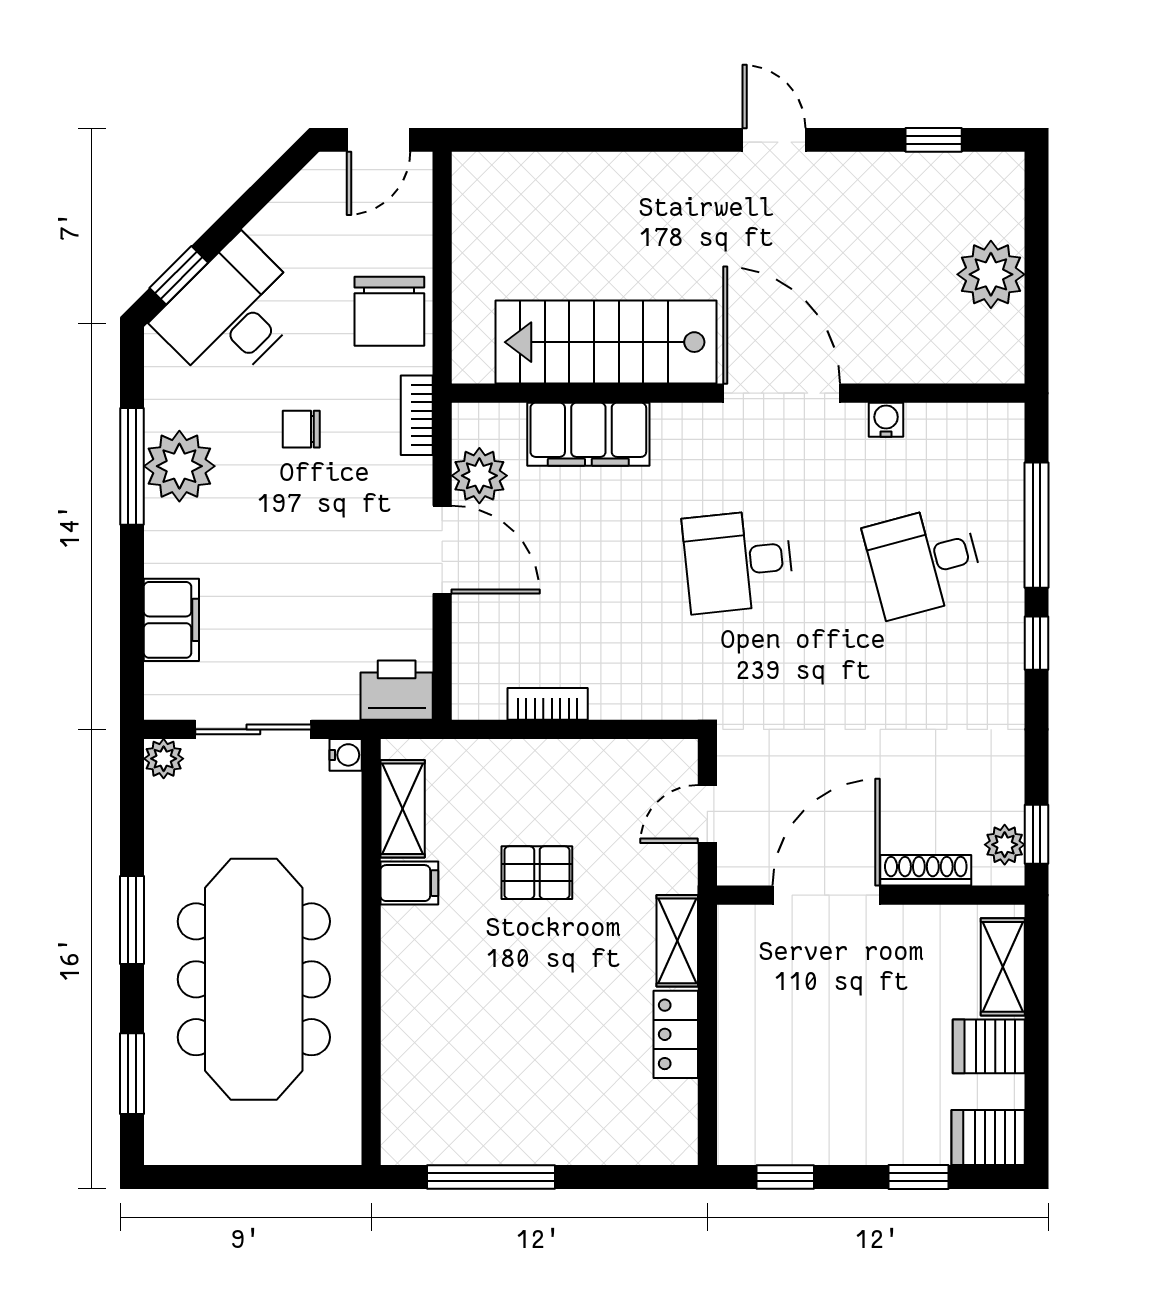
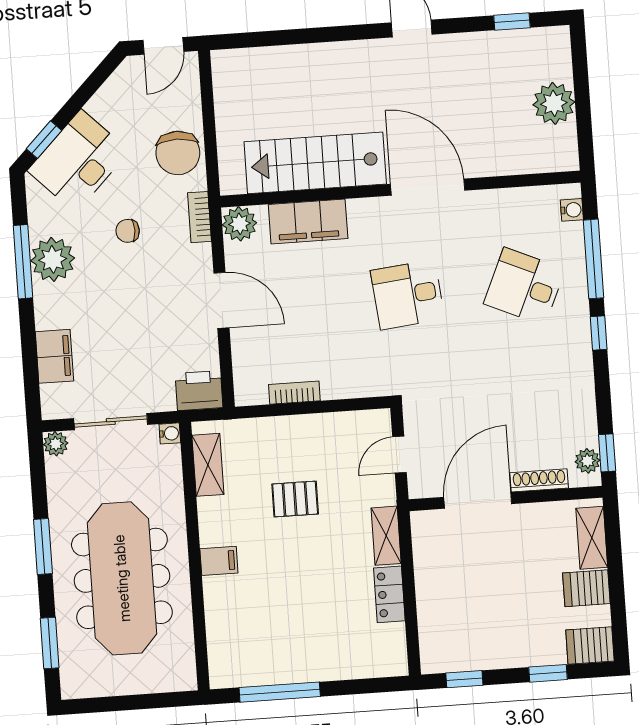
water cooler: (886, 420) -> (572, 210), moved, turned 90
plant: (479, 476) -> (240, 224), moved
desk: (924, 561) -> (524, 287), turned 39
filing cabinet: (409, 883) -> (219, 561), moved

